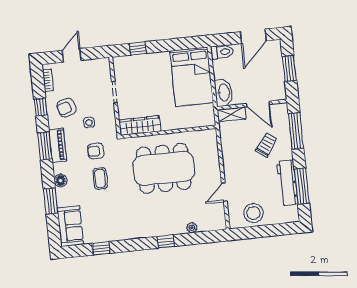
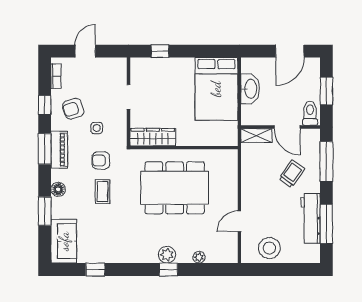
toilet: (222, 52) -> (310, 113), moved, turned -90
washbasin: (224, 93) -> (250, 89), moved
plant: (163, 228) -> (167, 255), added

